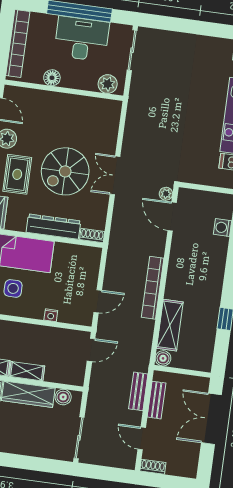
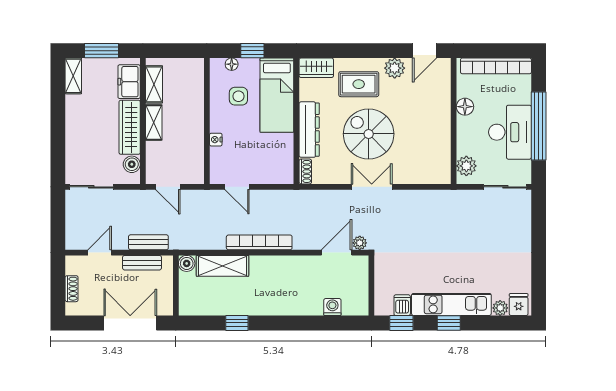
door: (91, 350) -> (168, 187), moved
shoe rack: (153, 467) -> (72, 289), moved

